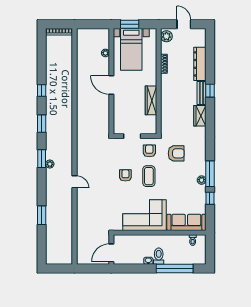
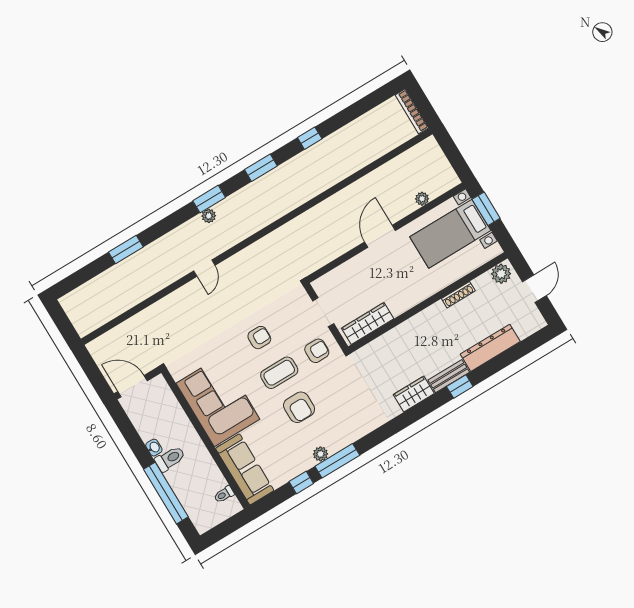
wardrobe: (151, 100) -> (368, 323), moved
armchair: (176, 153) -> (299, 407), moved

